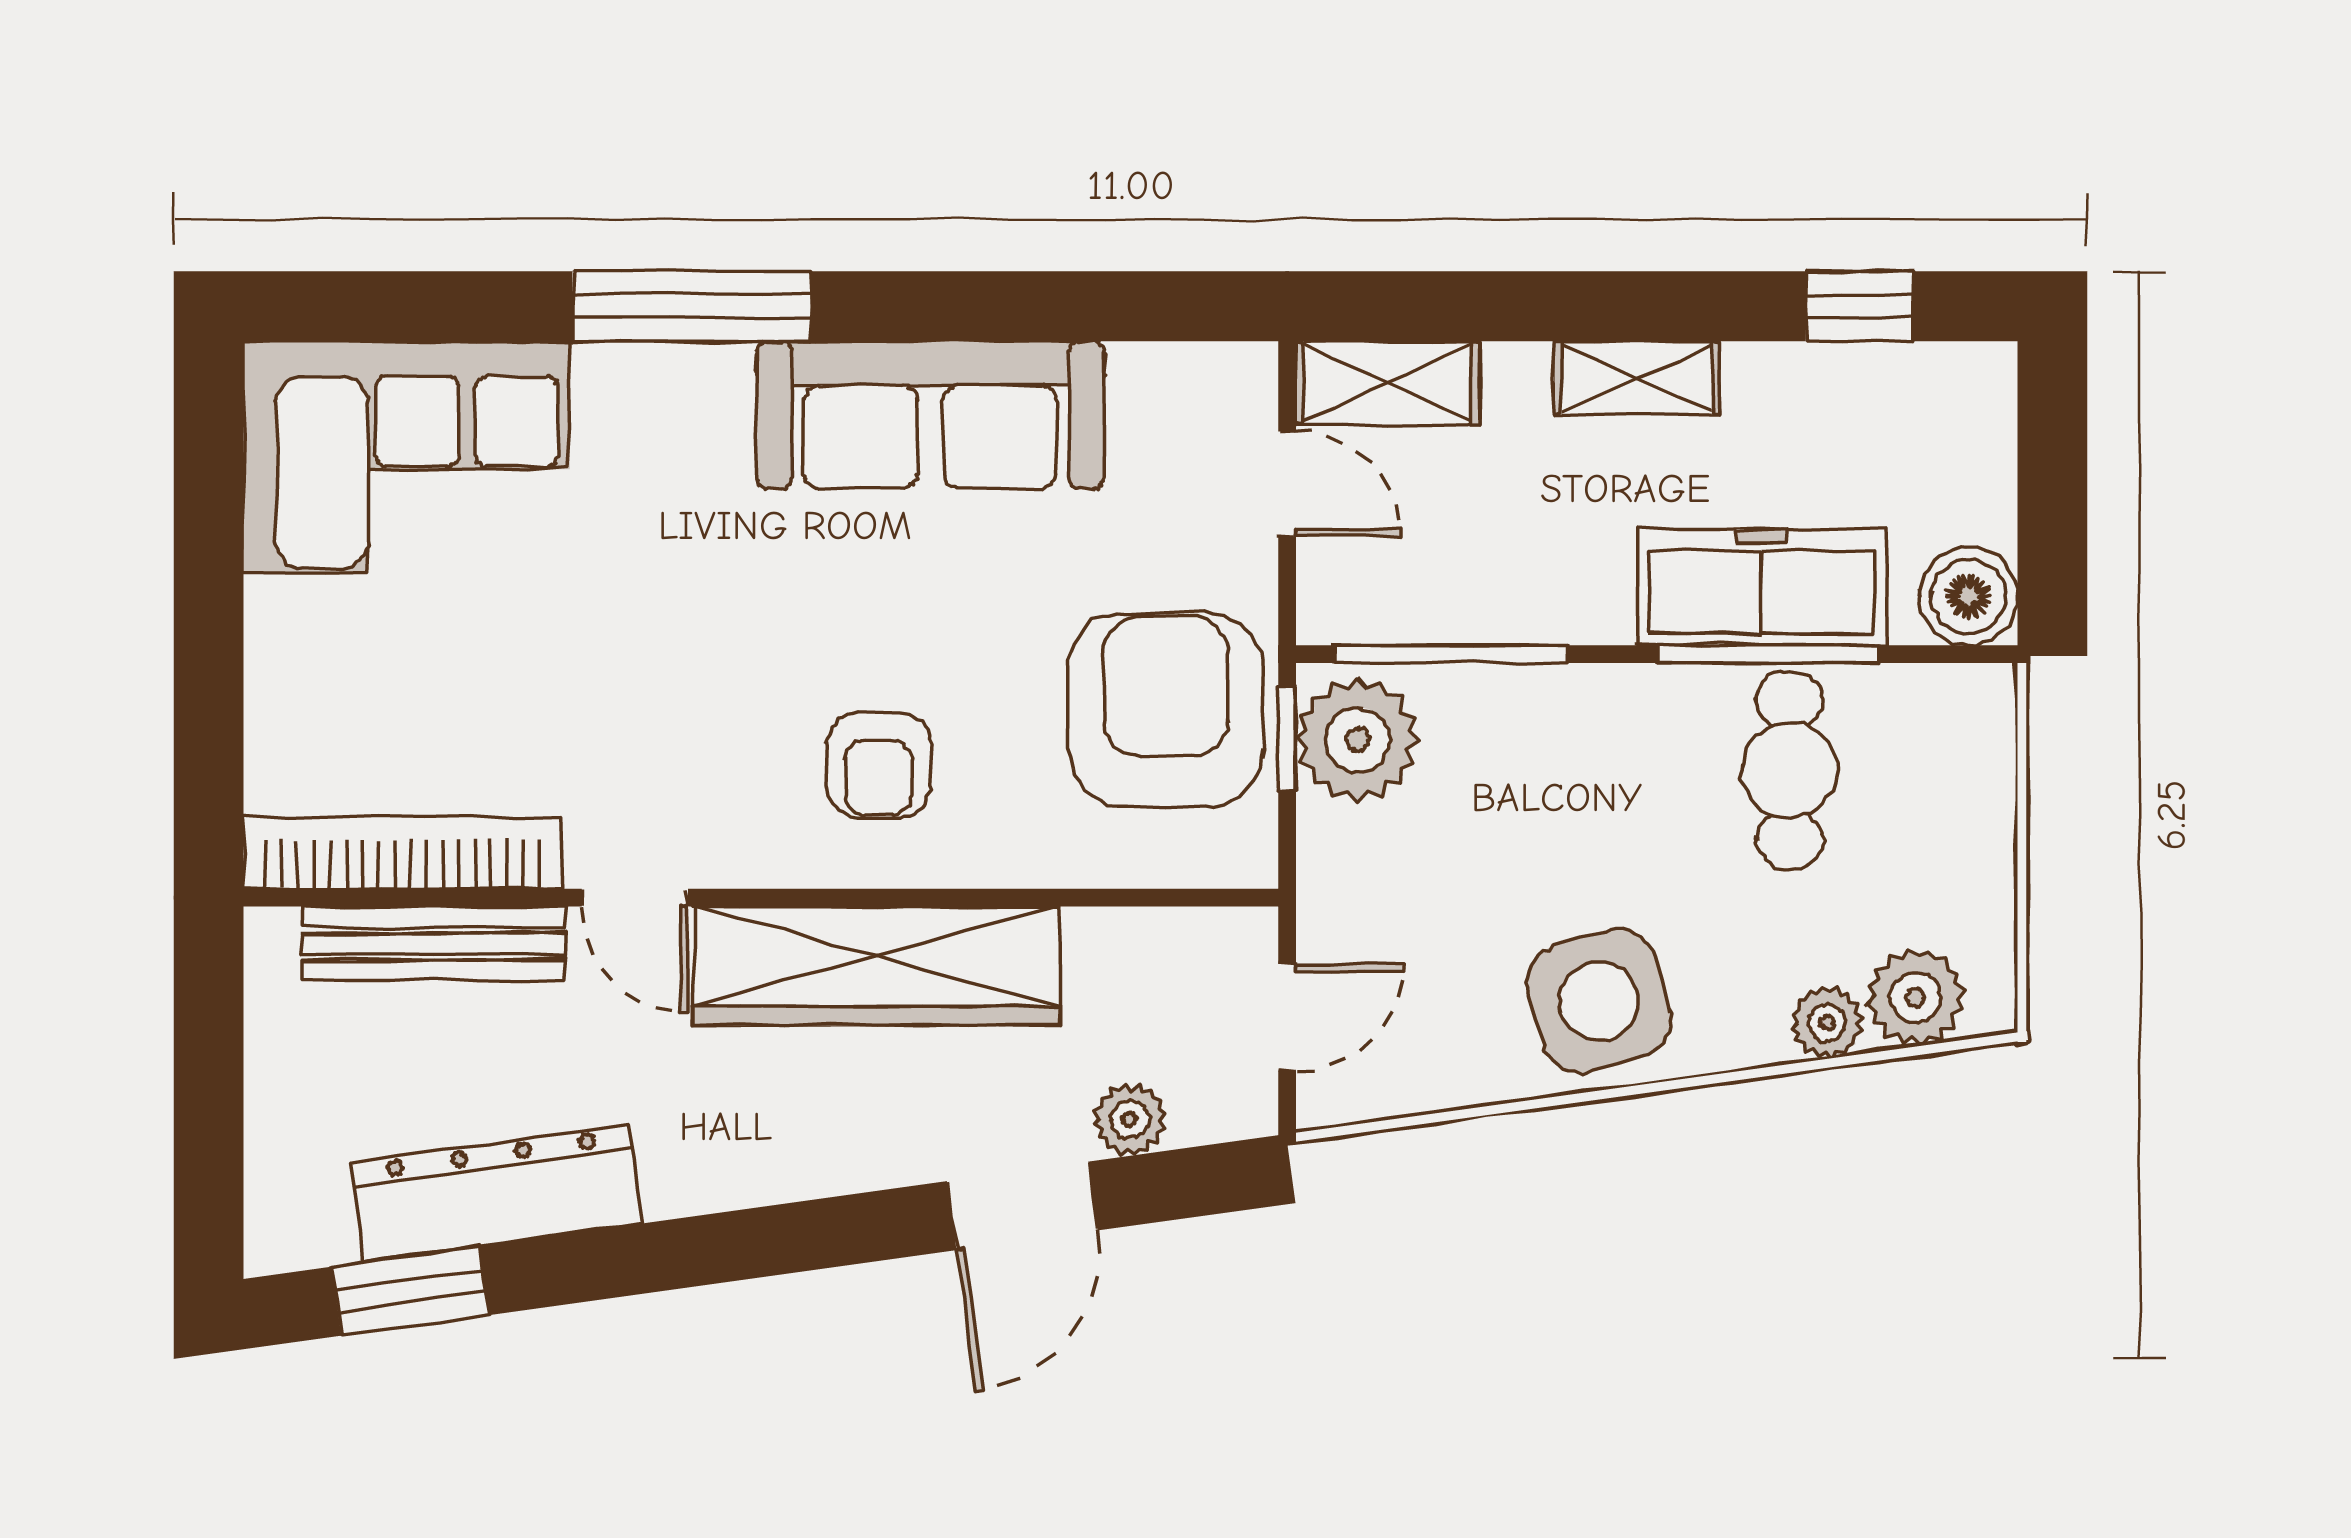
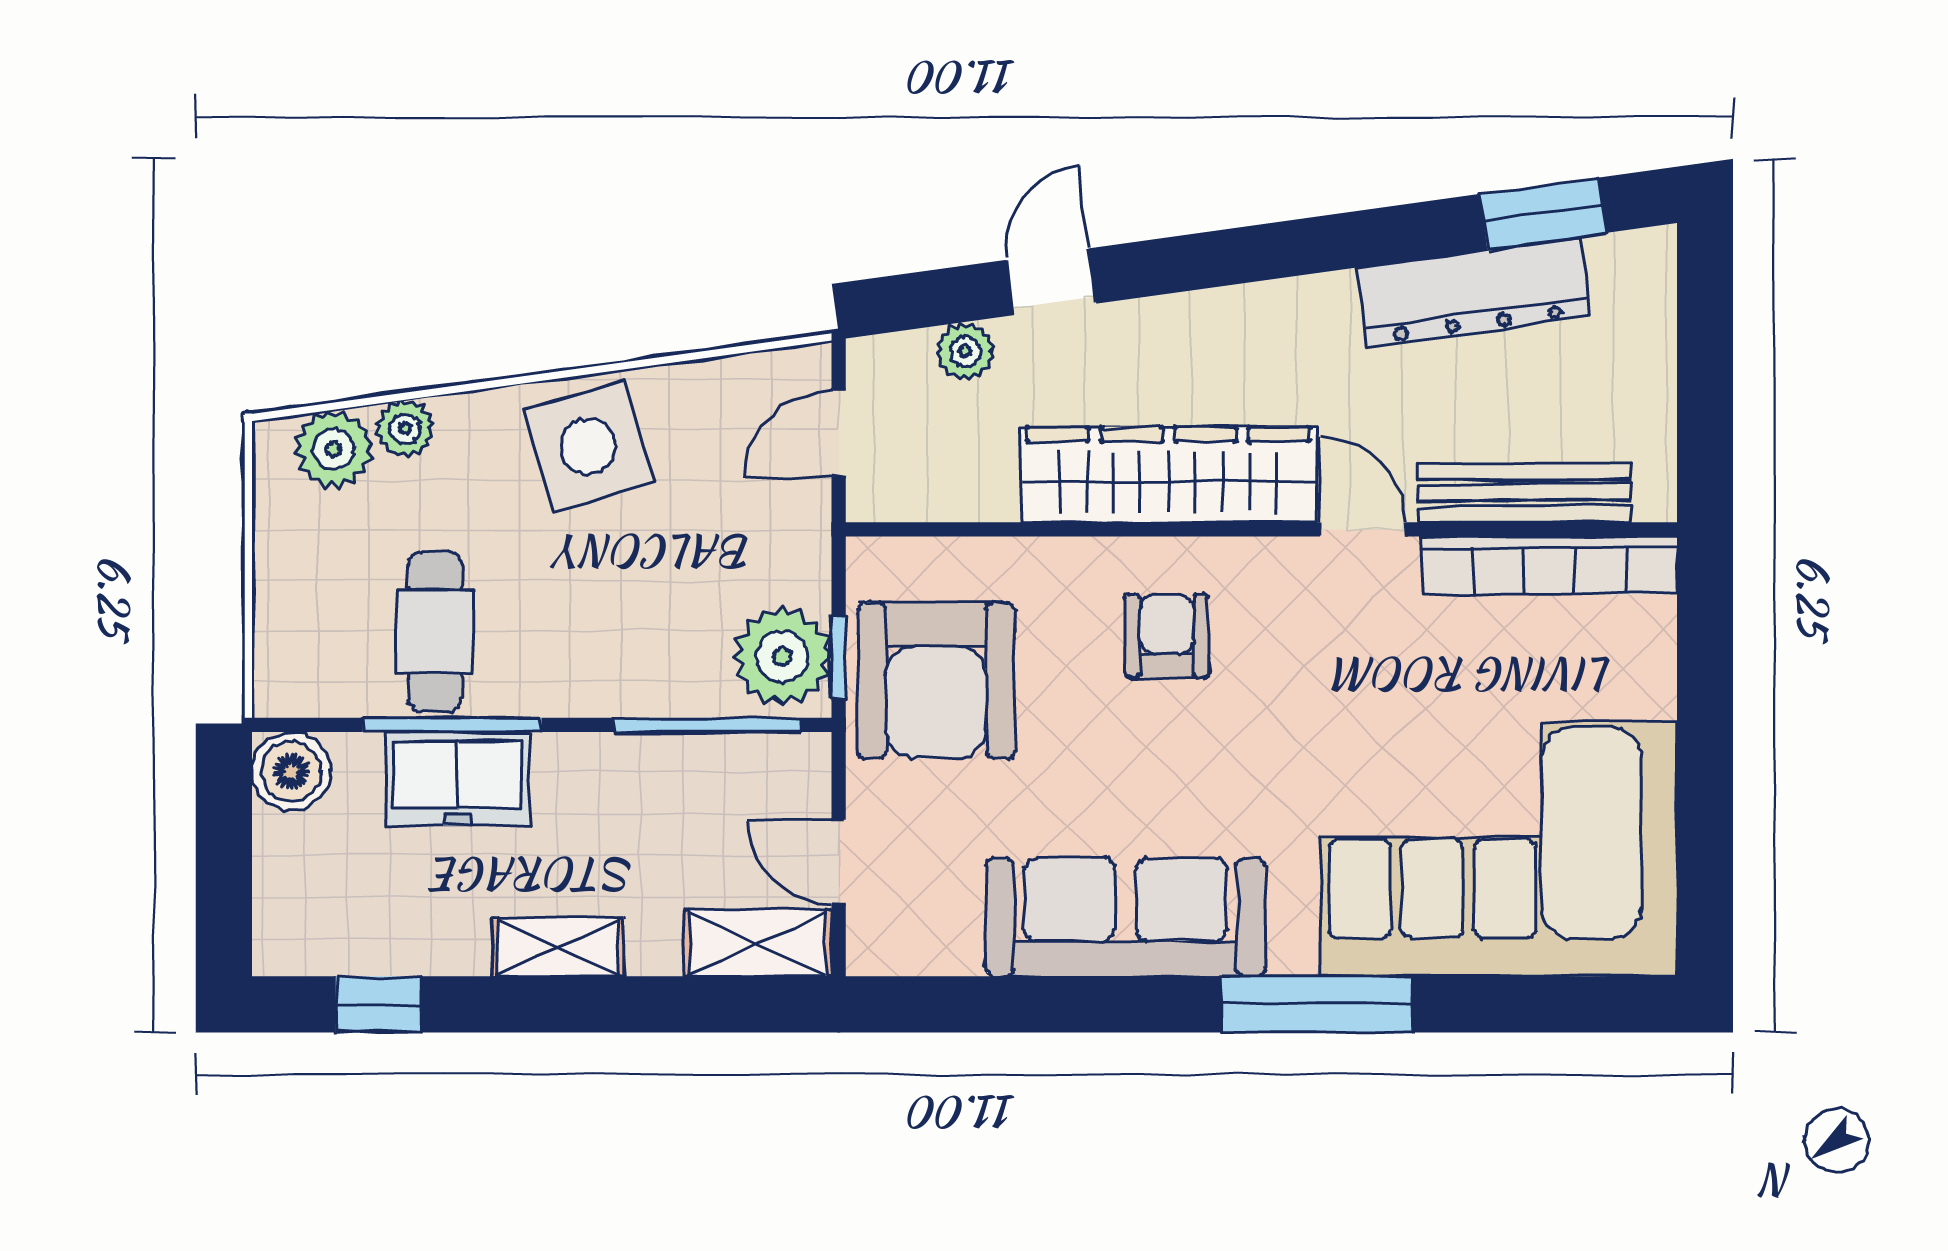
corner sofa: (407, 457) -> (1499, 849), width x1.36, depth x1.36
freezer: (1762, 587) -> (457, 779), width x0.71
door: (1022, 1206) -> (1051, 282), width x0.73

